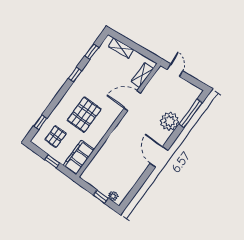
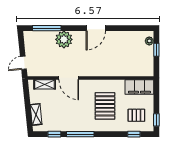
window: (75, 75) -> (80, 134), width x2.17
pallet: (84, 115) -> (105, 106), turned 90
window: (52, 161) -> (156, 120), moved

